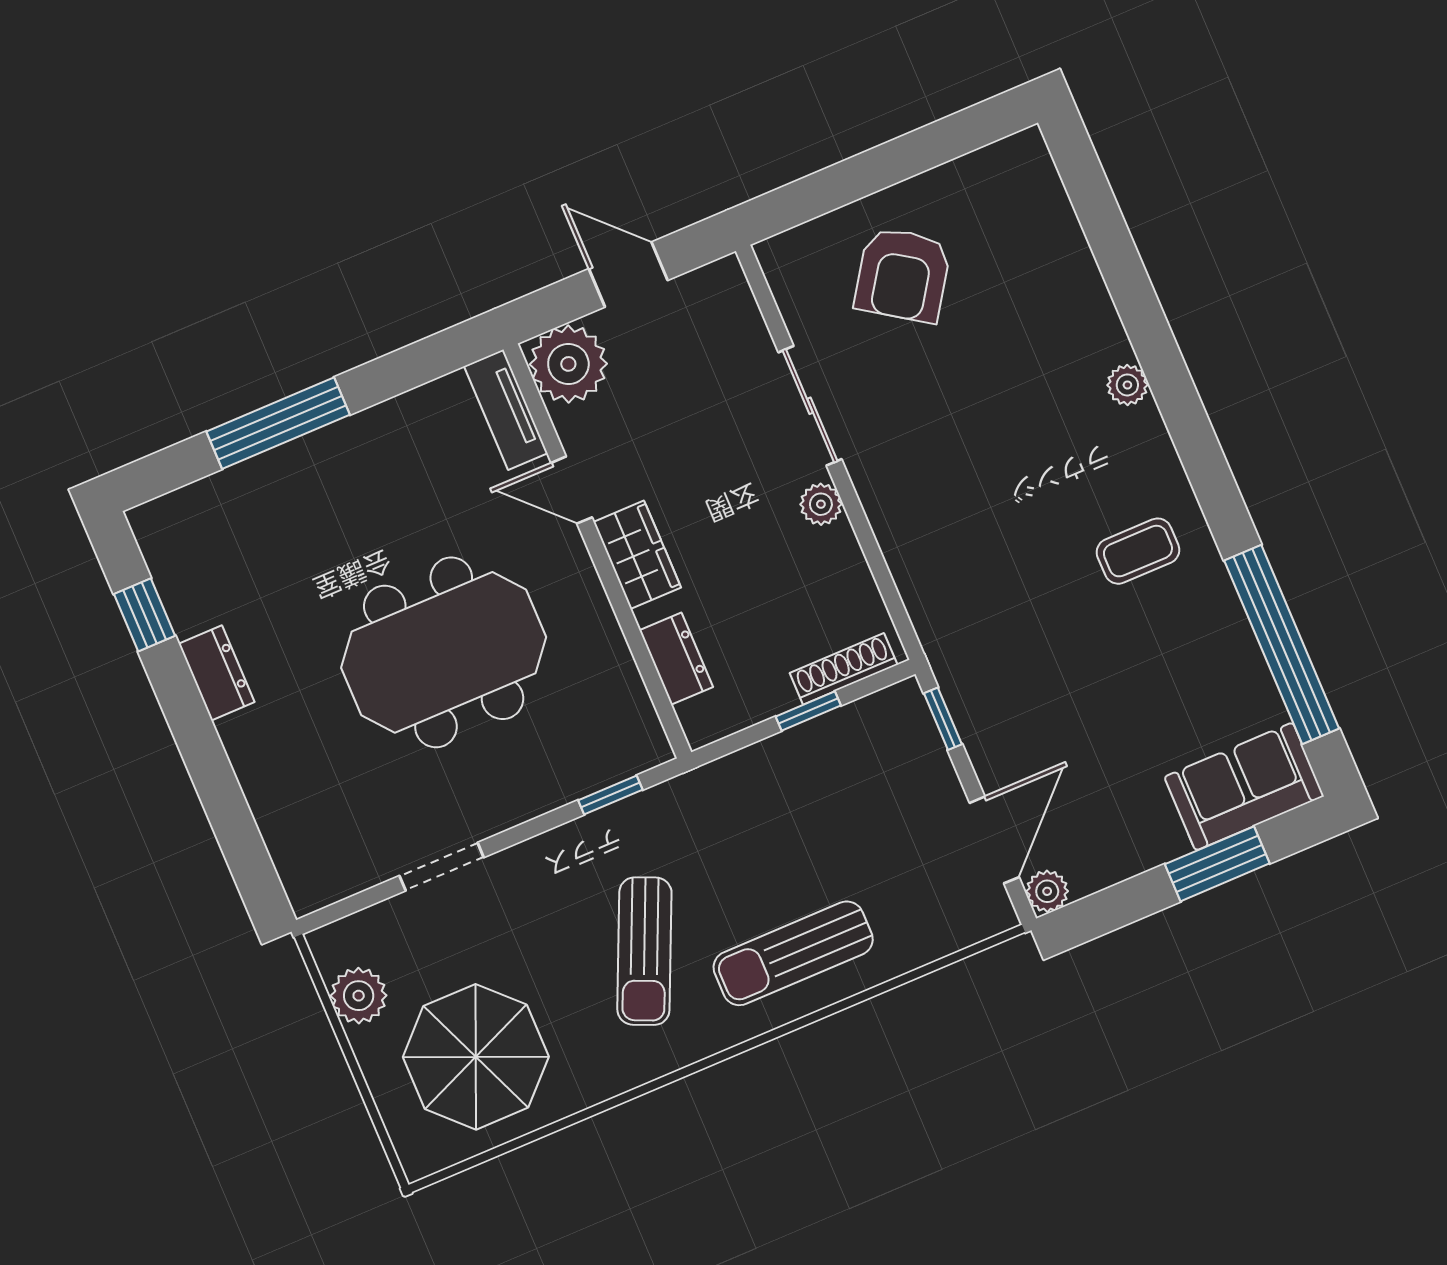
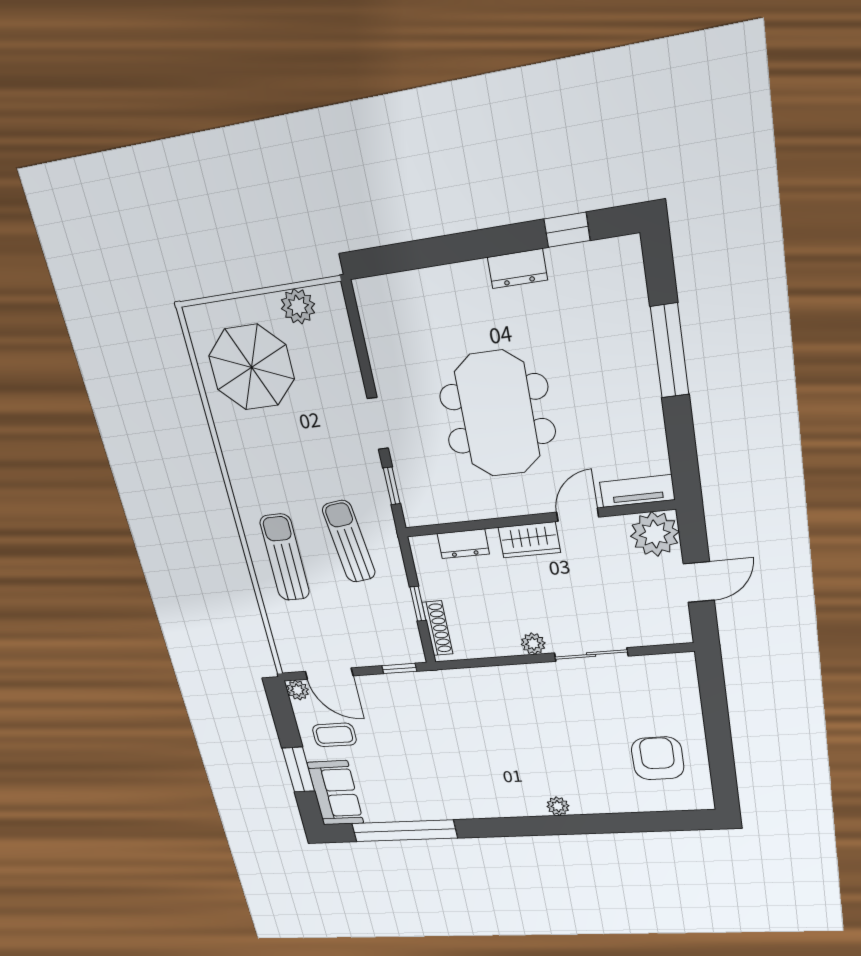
armchair: (903, 275) -> (658, 758), moved, turned 56
coffee table: (1138, 551) -> (334, 735), moved, turned 90
doorway: (442, 867) -> (378, 424), moved
sun lounger: (644, 951) -> (349, 542), moved, turned 59

